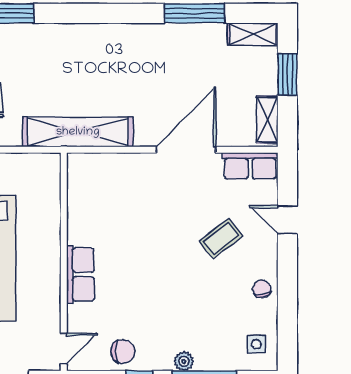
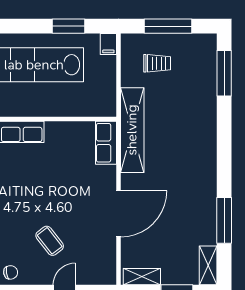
door: (186, 150) -> (119, 214), hinge flipped
row of seats: (250, 166) -> (106, 143), moved

